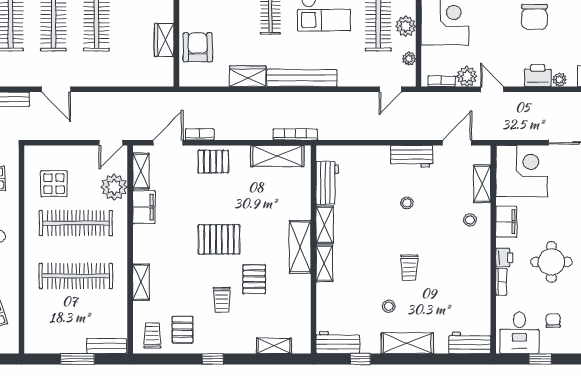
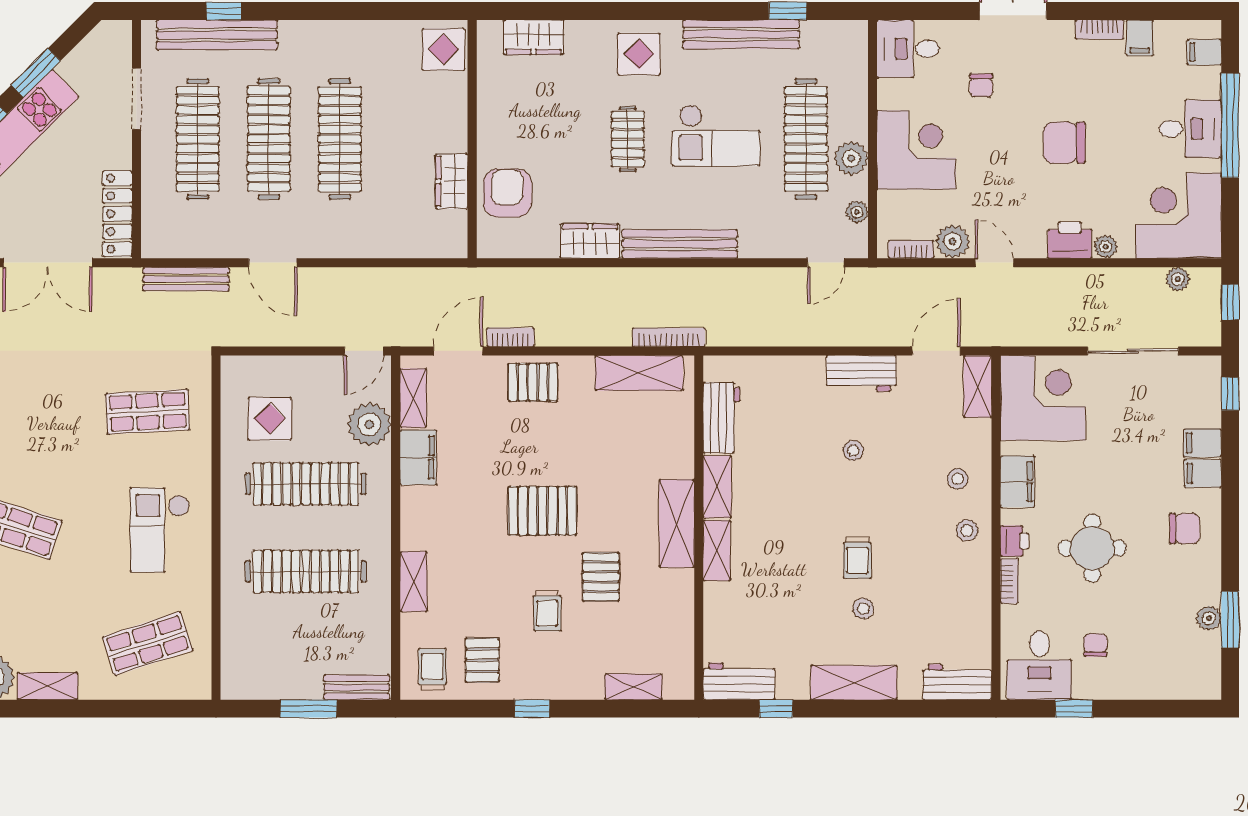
chair: (534, 17) -> (1064, 143), turned 90
shelving: (482, 184) -> (978, 386), moved
stool: (476, 251) -> (967, 530), added
stool: (389, 306) -> (863, 608), moved

